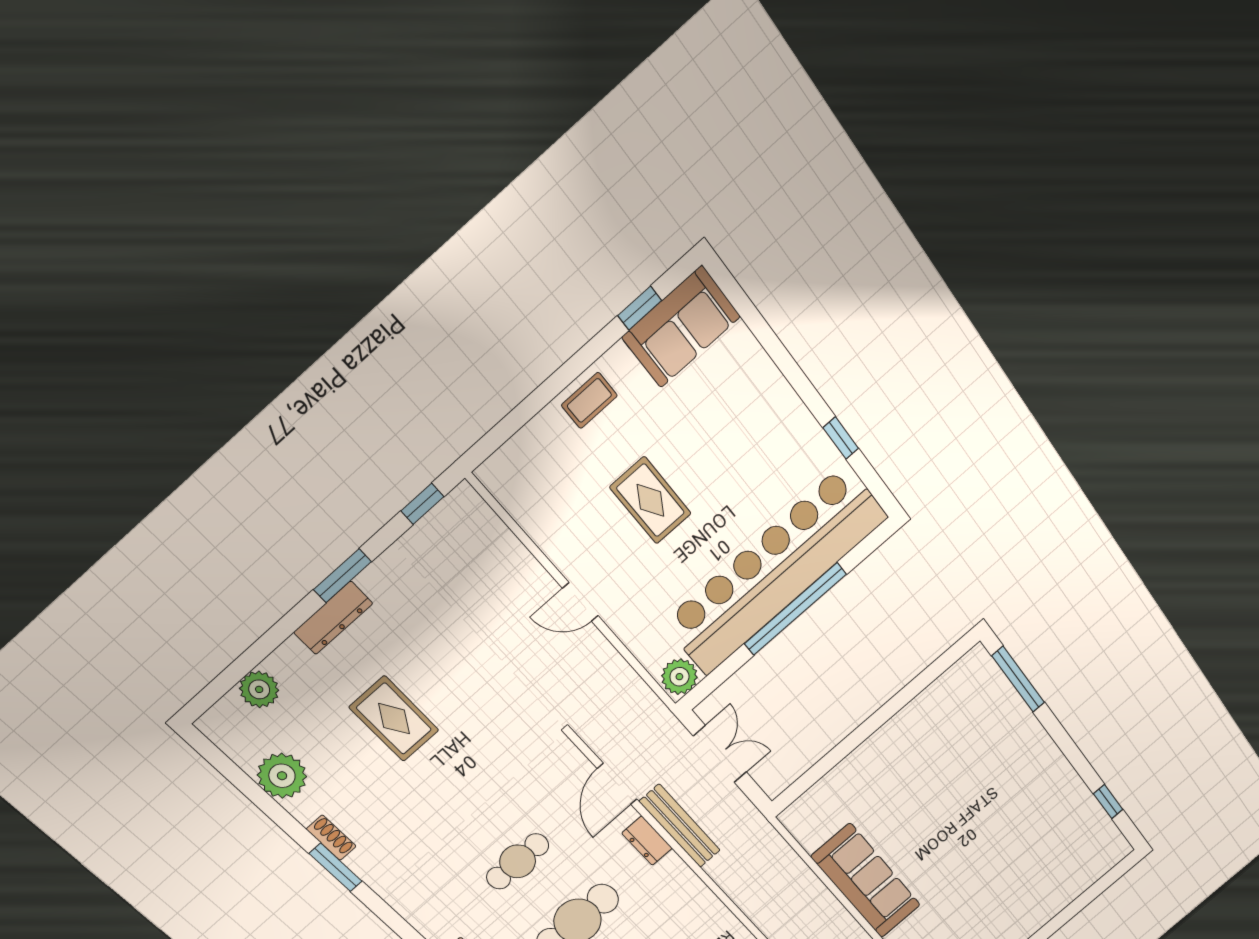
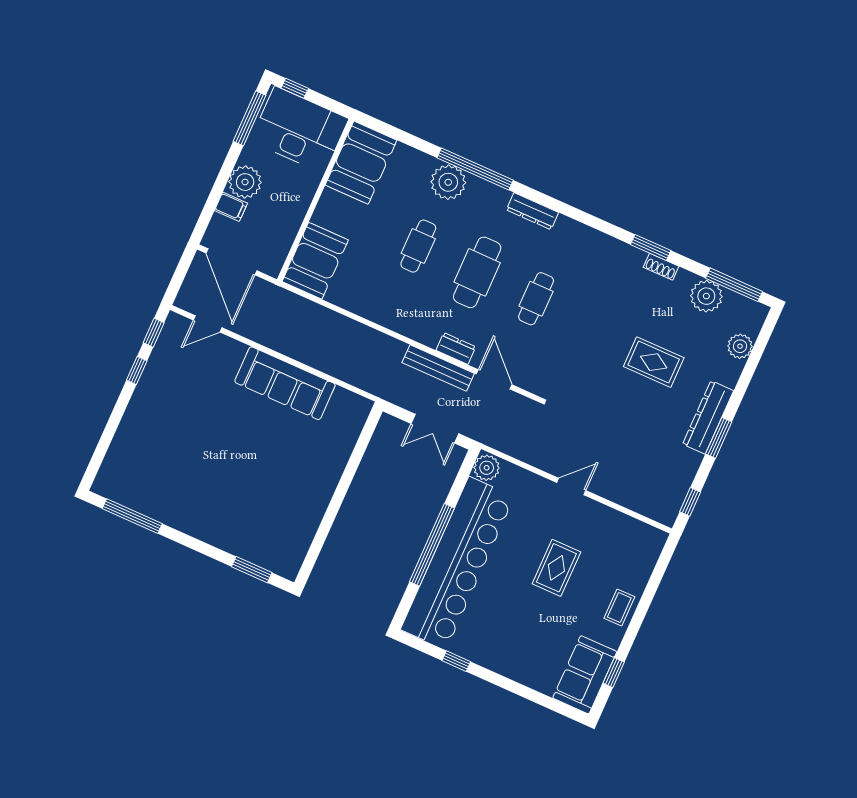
rug: (651, 500) -> (556, 568), turned 90
dresser: (333, 618) -> (708, 417), width x1.37, depth x1.24
window: (1018, 679) -> (252, 570), width x0.69
window: (235, 775) -> (734, 285), added
window: (1108, 802) -> (132, 516), width x2.17

